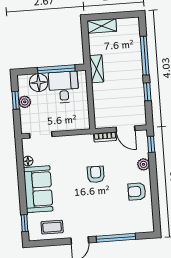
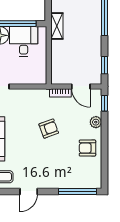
window: (147, 92) -> (105, 65), moved
armchair: (96, 174) -> (49, 129), turned 70
window: (116, 238) -> (77, 192), moved

